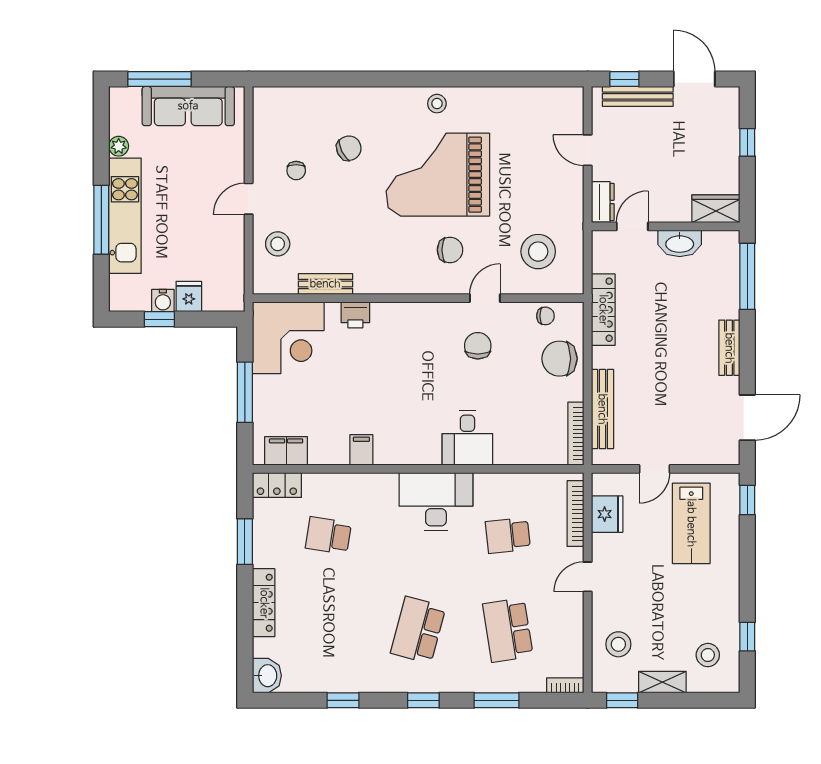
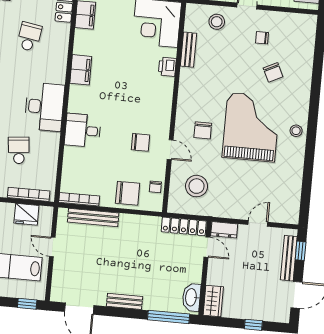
washbasin: (680, 243) -> (191, 297), moved
locker: (603, 310) -> (184, 226), moved
chair: (559, 359) -> (128, 193), turned 90
filing cabinet: (361, 450) -> (81, 70), width x2.00

